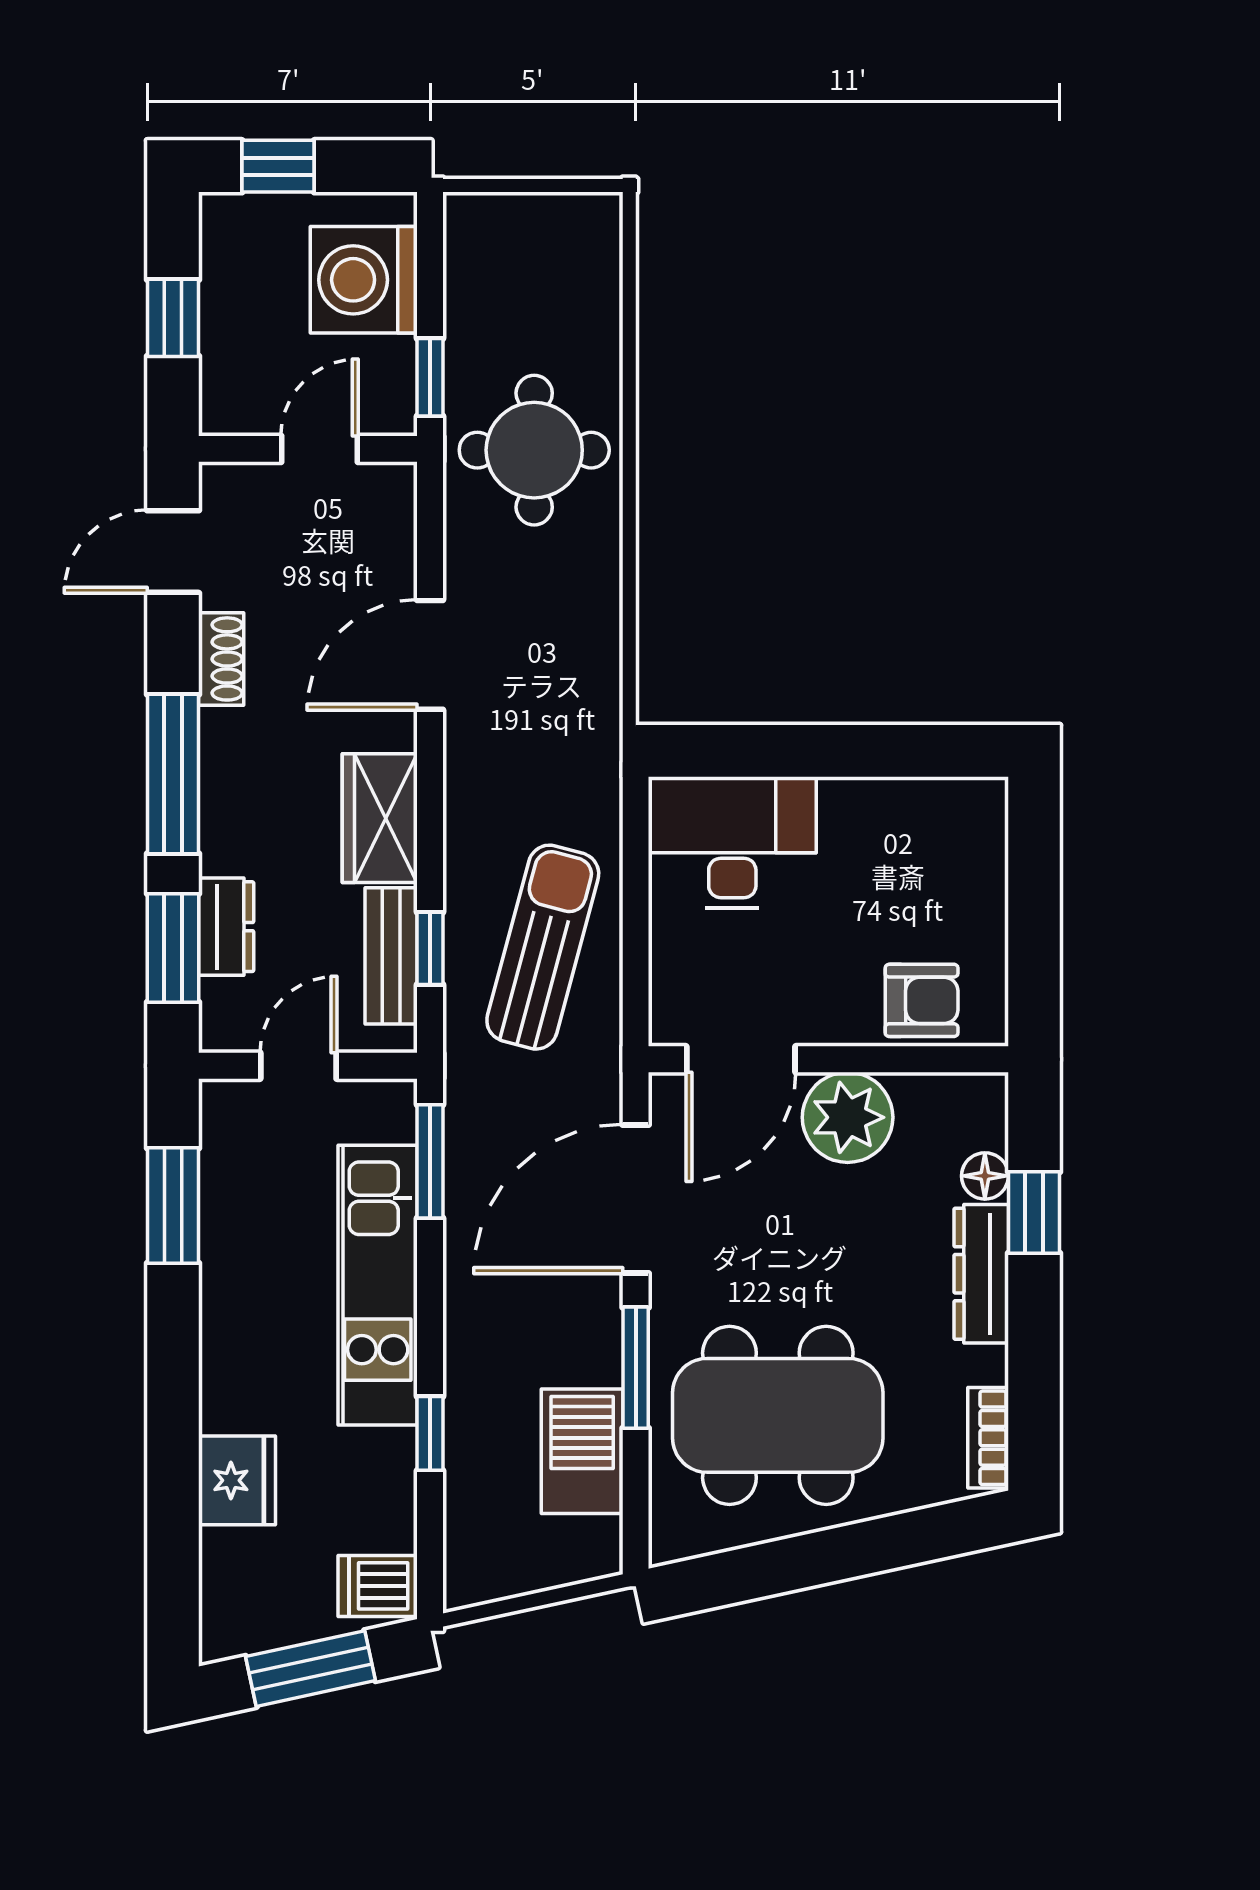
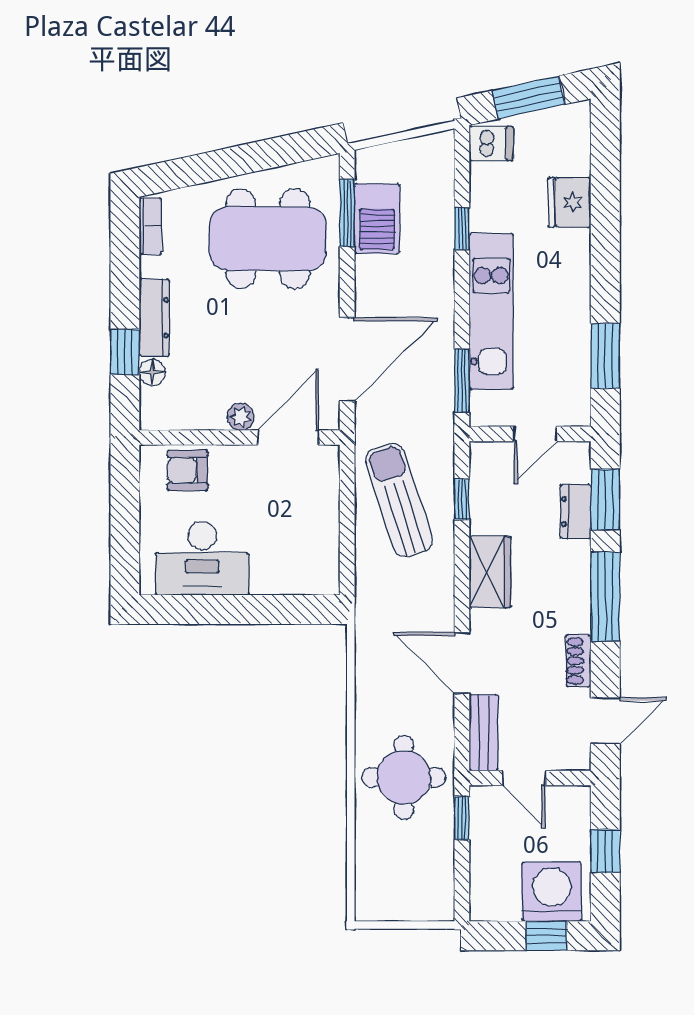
washing machine: (364, 280) -> (552, 892), moved, turned -90
door: (319, 449) -> (524, 778), hinge flipped
door: (430, 655) -> (462, 663), swing flipped
desk: (732, 842) -> (202, 558), moved
sun lounger: (543, 947) -> (399, 500), turned 147
bench: (391, 956) -> (484, 733), moved
plant: (848, 1117) -> (241, 417), width x0.53, depth x0.53
window: (636, 1368) -> (347, 213), moved

